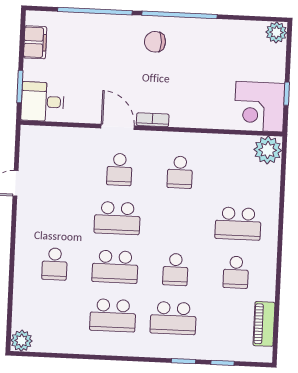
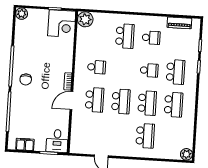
school desk: (119, 169) -> (95, 100), width x1.85
school desk: (55, 264) -> (145, 136), width x1.85

